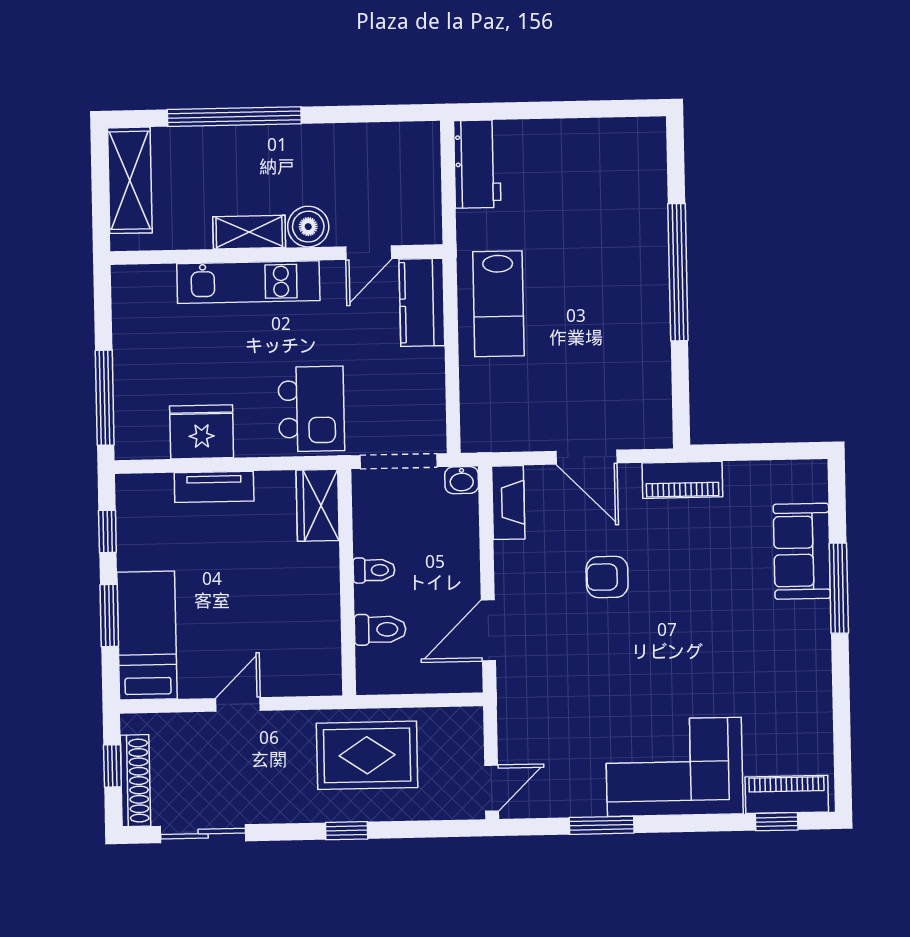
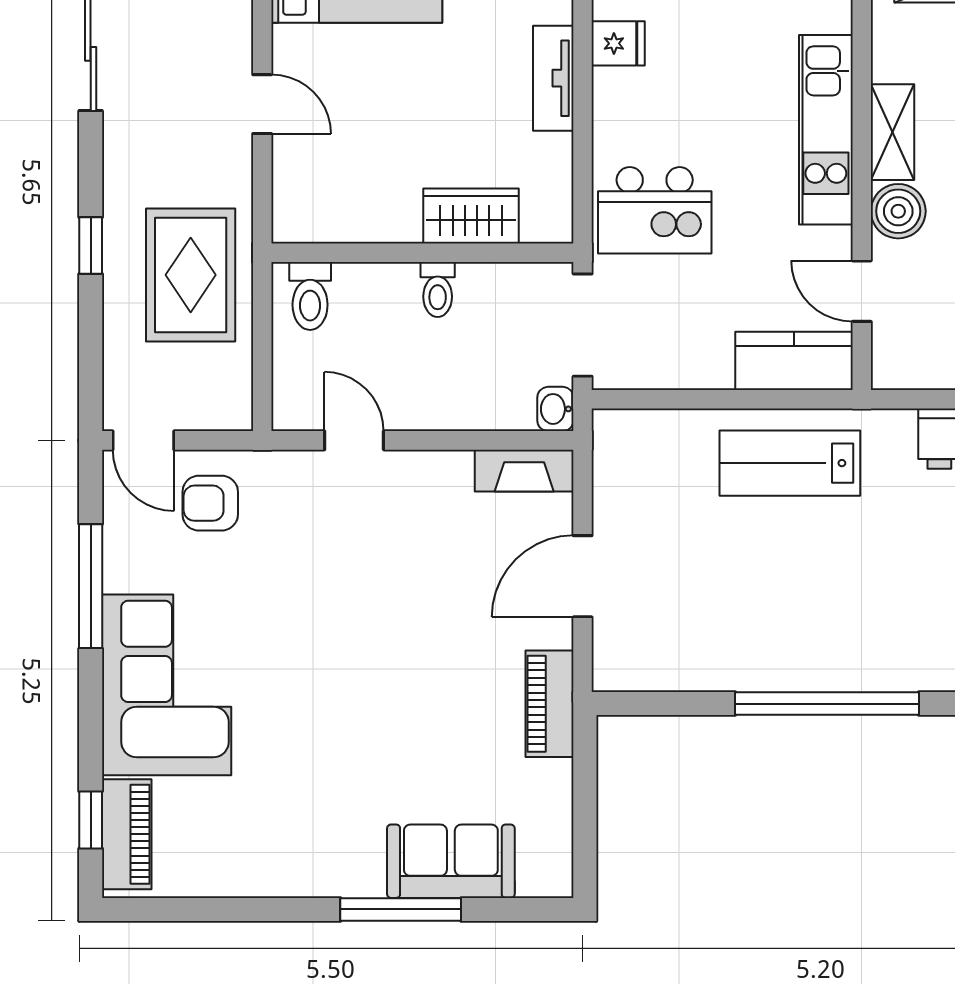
fridge: (202, 432) -> (618, 43), width x0.53, depth x0.75
wardrobe: (318, 505) -> (471, 216), moved
armchair: (607, 577) -> (210, 503), moved, turned -90
toilet: (380, 629) -> (310, 296), moved
door: (488, 630) -> (354, 440), width x0.73
window: (602, 825) -> (91, 586), width x1.44

